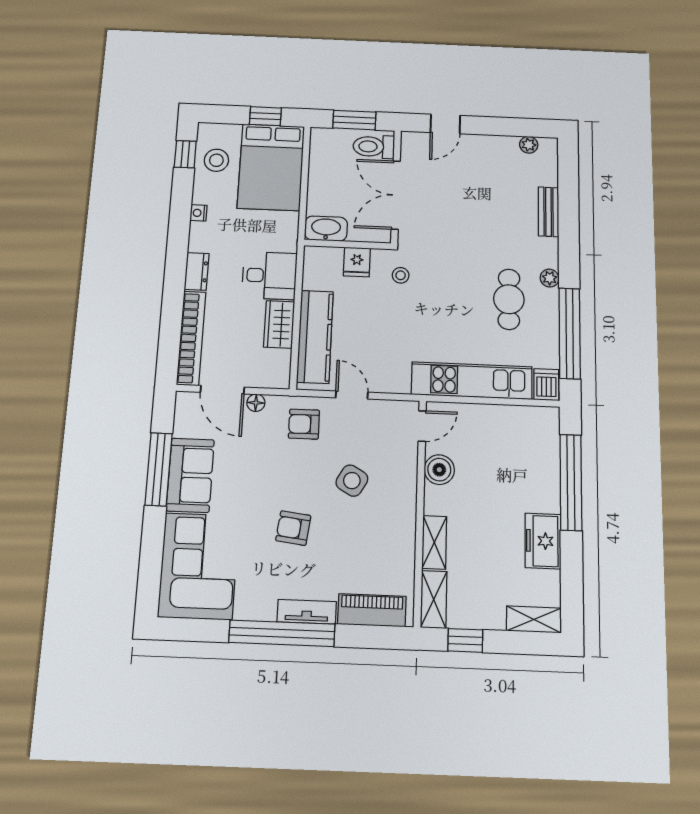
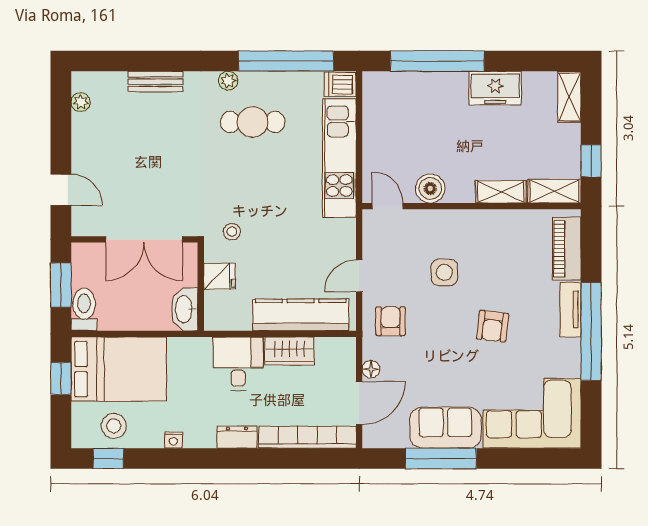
toilet: (374, 147) -> (84, 309), moved, turned 180
armchair: (304, 424) -> (391, 321), turned 180
side table: (352, 481) -> (444, 272), turned -30

